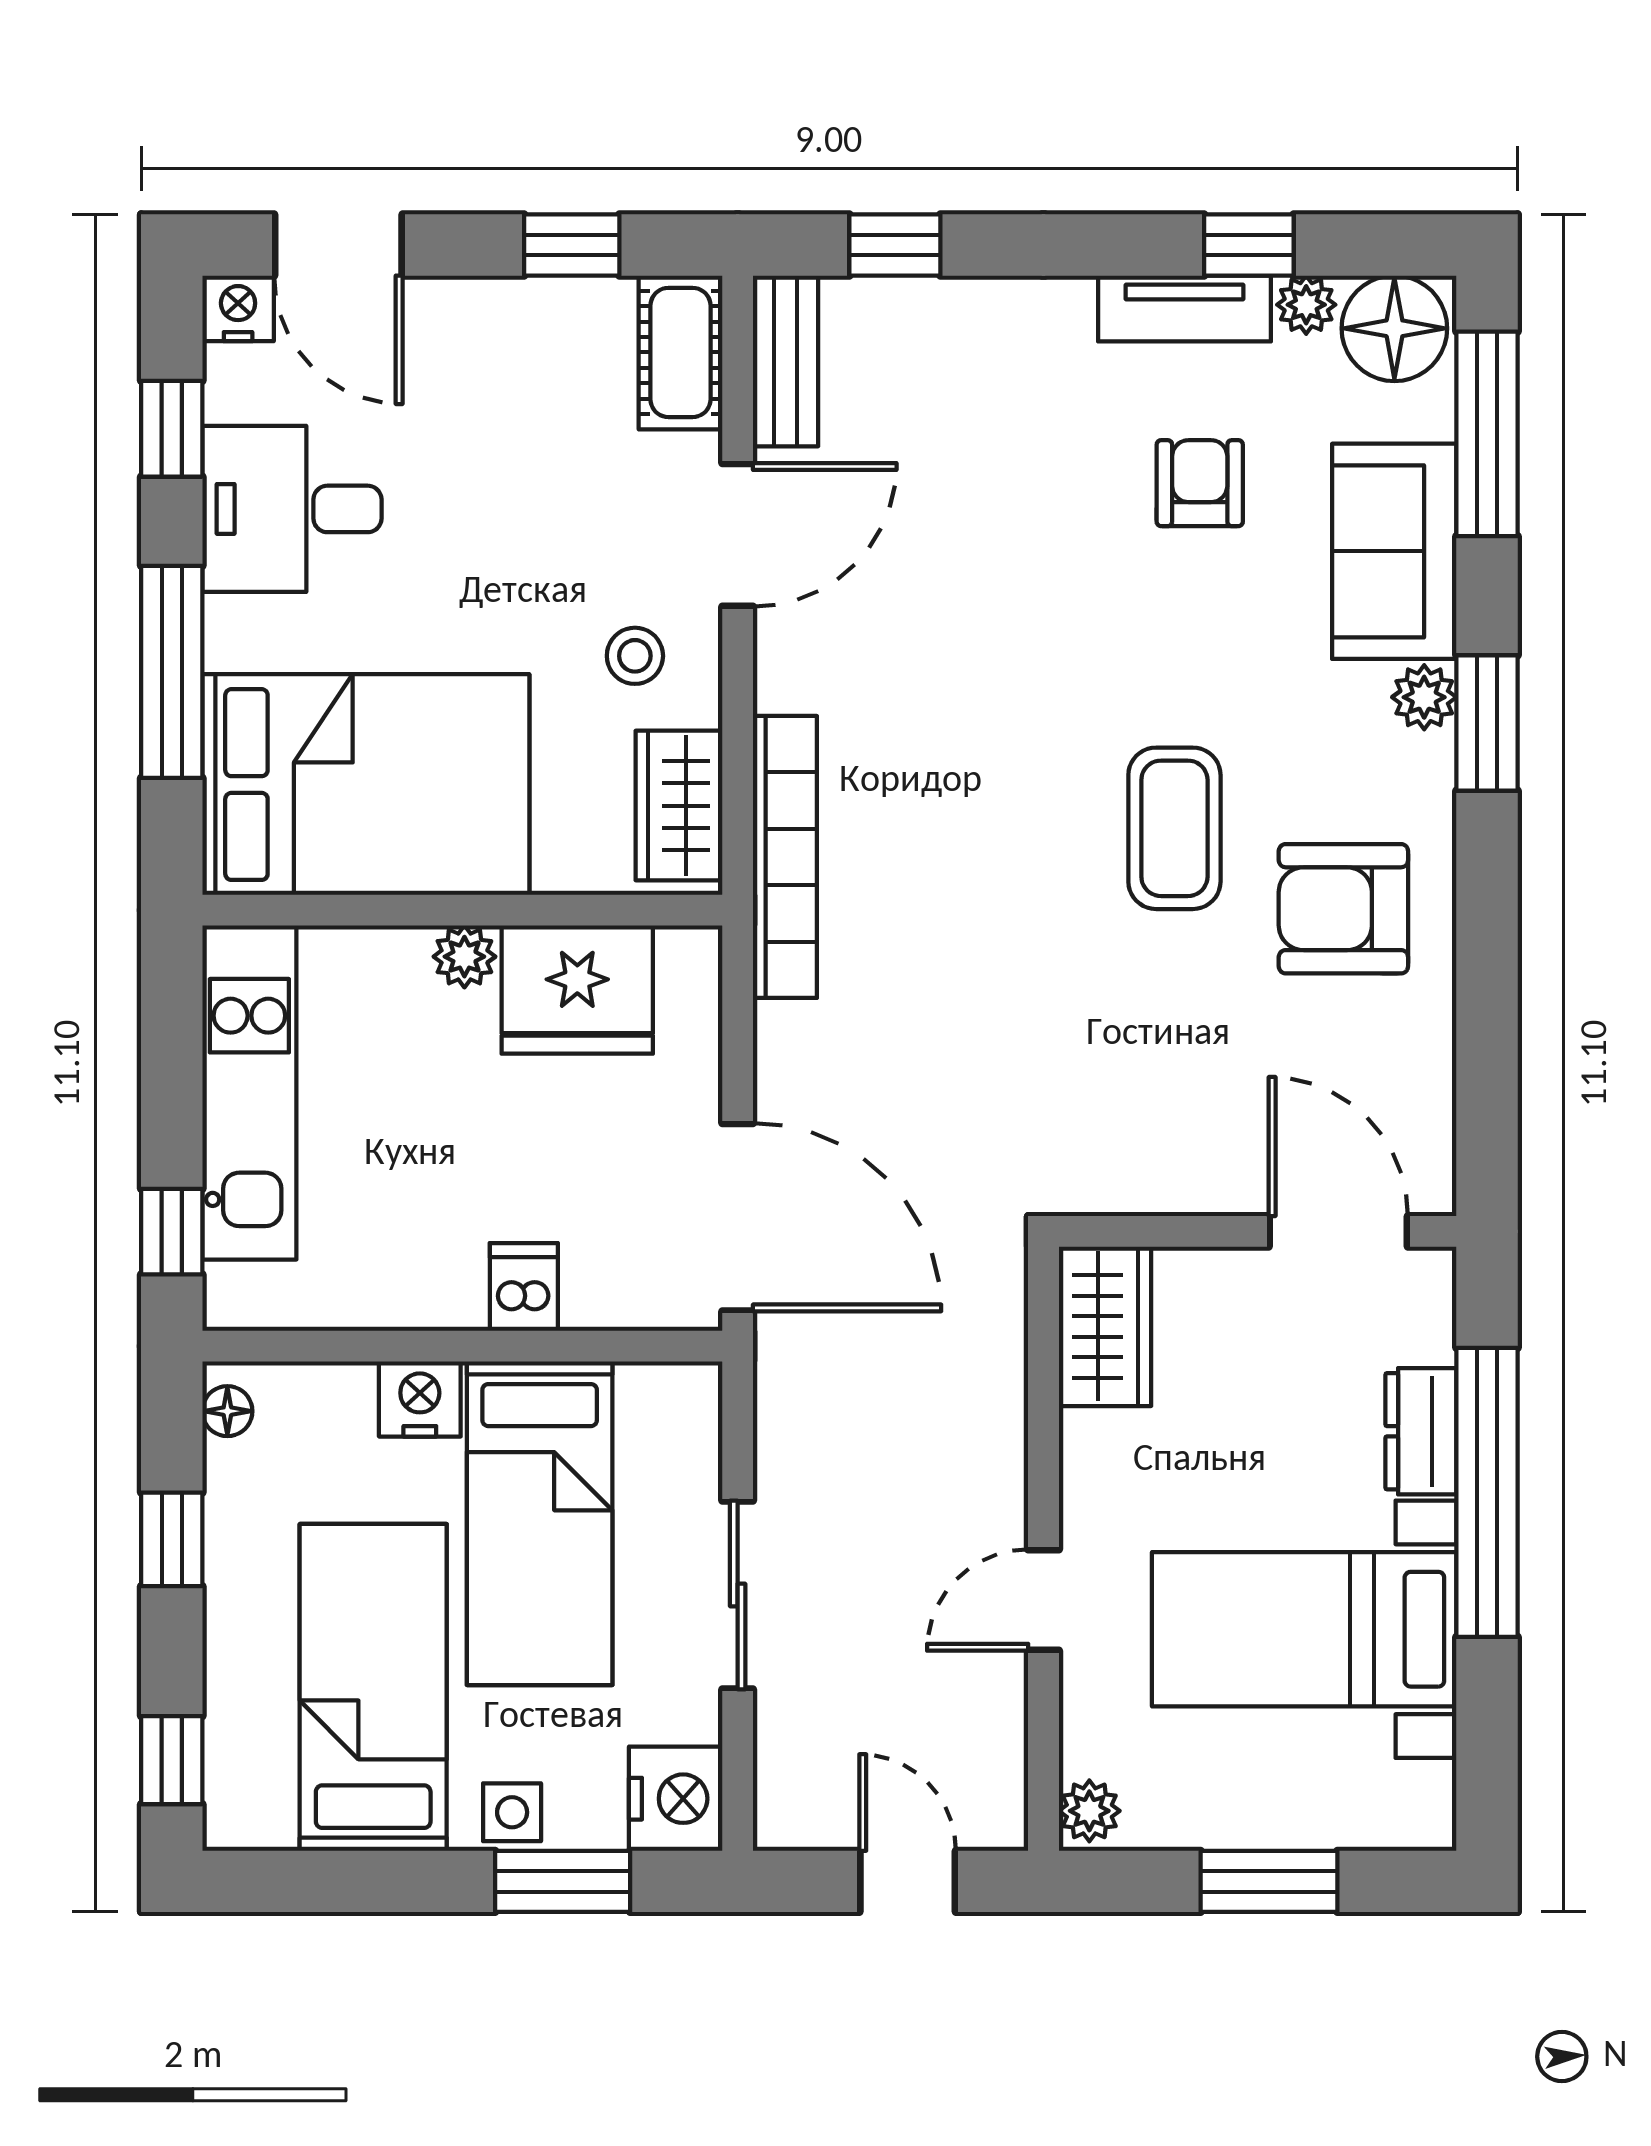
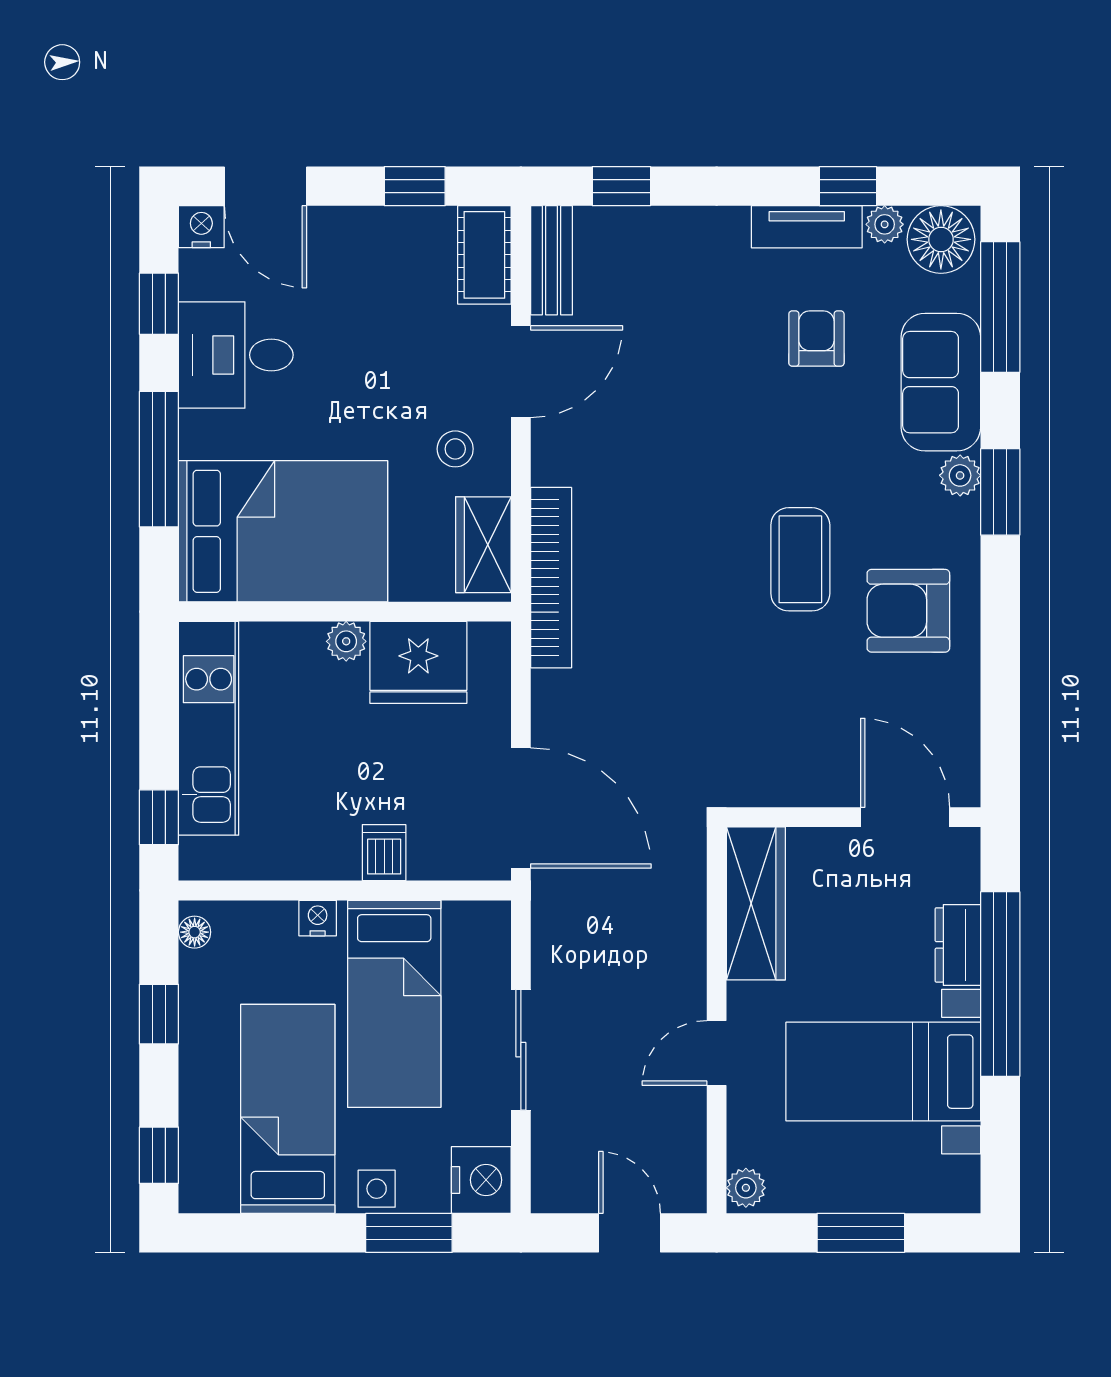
wardrobe: (1105, 1326) -> (756, 903), width x1.50
nightstand: (420, 1399) -> (318, 918), width x0.72, depth x0.74

